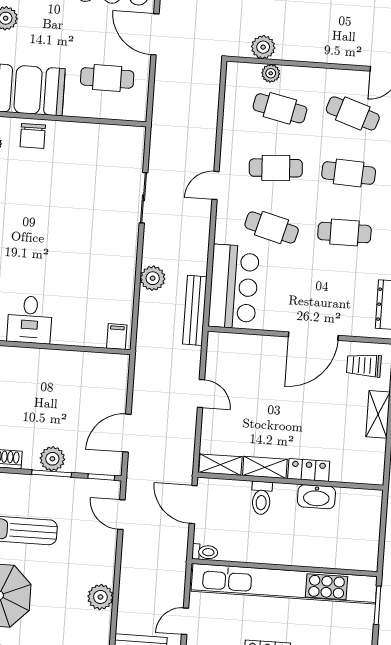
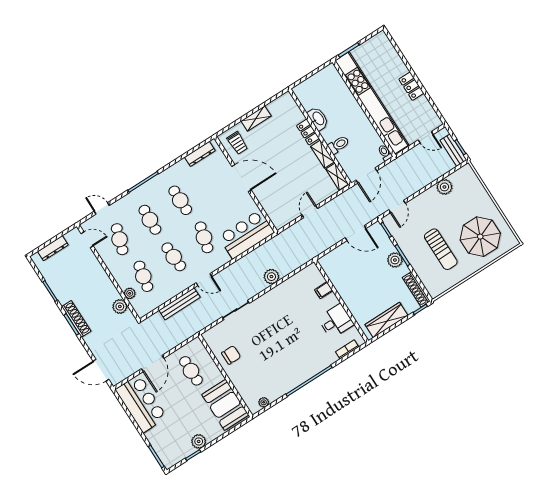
chair: (33, 136) -> (231, 355), moved
bench: (195, 310) -> (180, 304), moved
filing cabinet: (117, 337) -> (324, 290), moved

